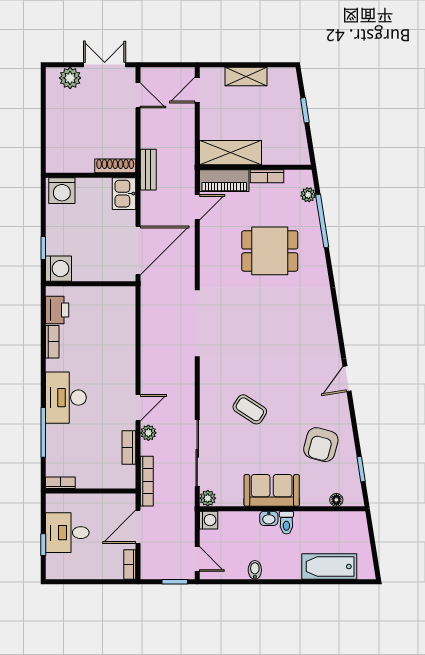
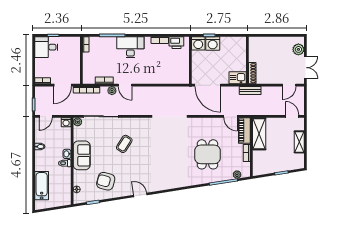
washing machine: (62, 191) -> (213, 43), moved, turned -90
door: (138, 527) -> (63, 85), swing flipped
desk: (67, 533) -> (46, 47), moved, turned -90

